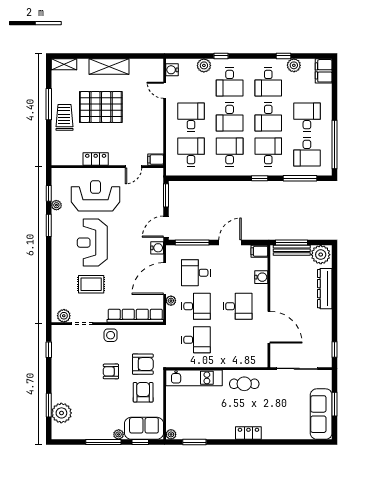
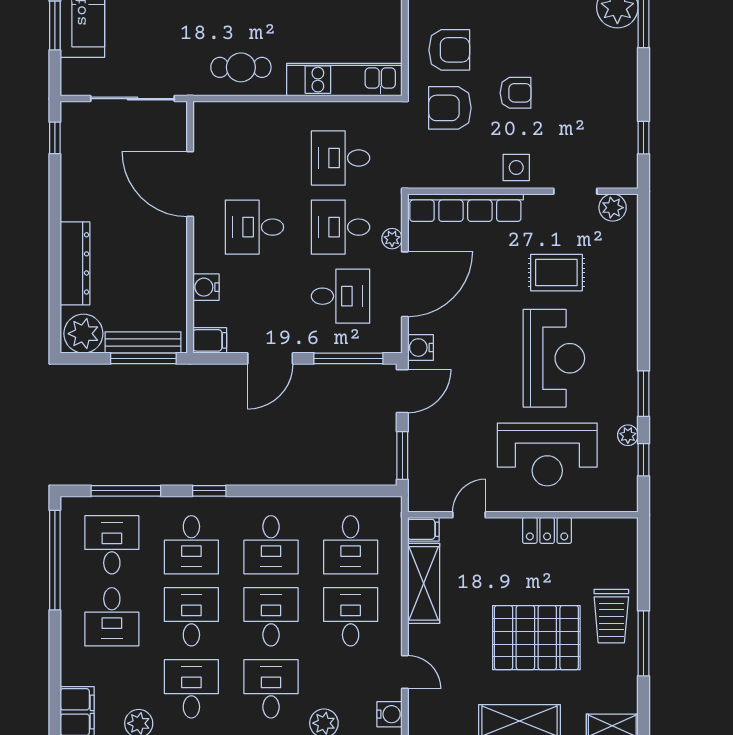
desk: (191, 117) -> (351, 617), turned 180
shelving: (156, 133) -> (424, 583), added
armchair: (143, 392) -> (449, 50), turned -90

